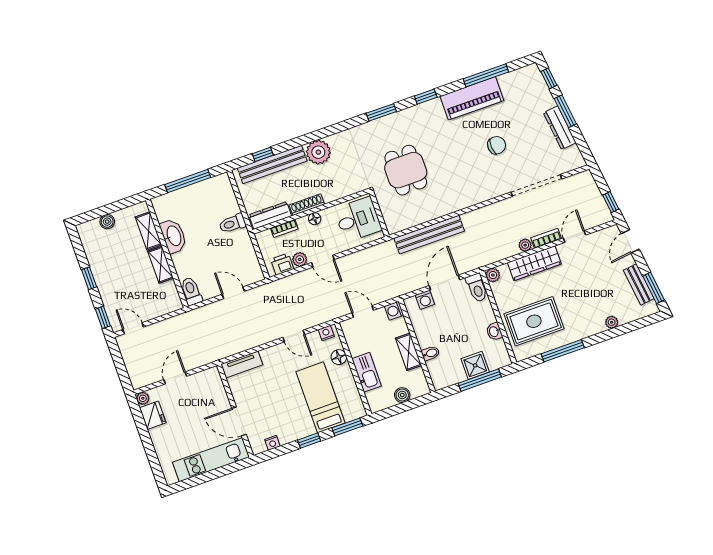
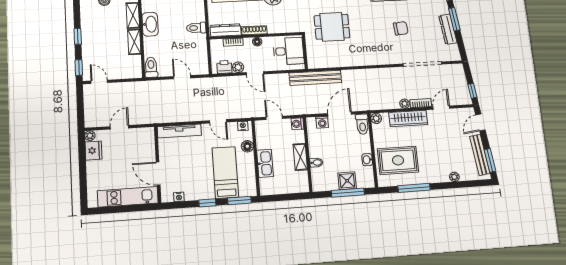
dining table: (406, 170) -> (332, 27), turned 90
bench: (429, 235) -> (315, 78), moved
bench: (639, 284) -> (480, 155), width x1.36
tv unit: (242, 364) -> (179, 131), width x1.41
boiler: (402, 395) -> (287, 188), removed

